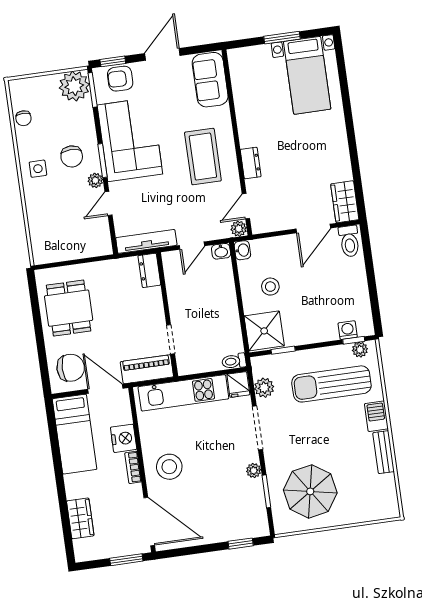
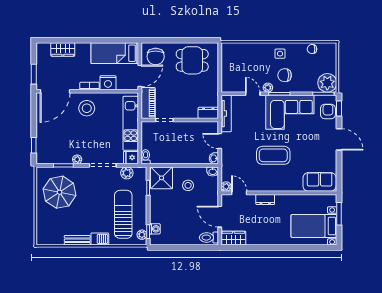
sofa: (210, 80) -> (320, 182), moved
wall: (237, 142) -> (279, 193), moved
dresser: (251, 163) -> (265, 200), moved
door: (246, 206) -> (239, 193), moved
plant: (239, 229) -> (226, 187), moved

